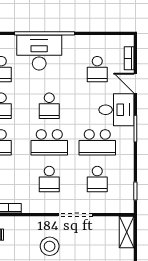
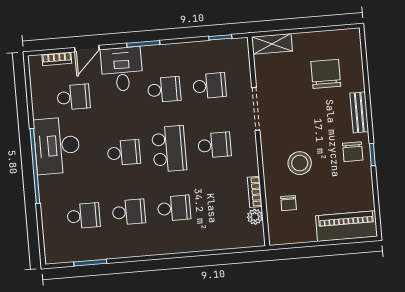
desk: (39, 53) -> (57, 146), moved
school desk: (97, 142) -> (164, 90), width x0.54
stool: (50, 246) -> (300, 163), moved

